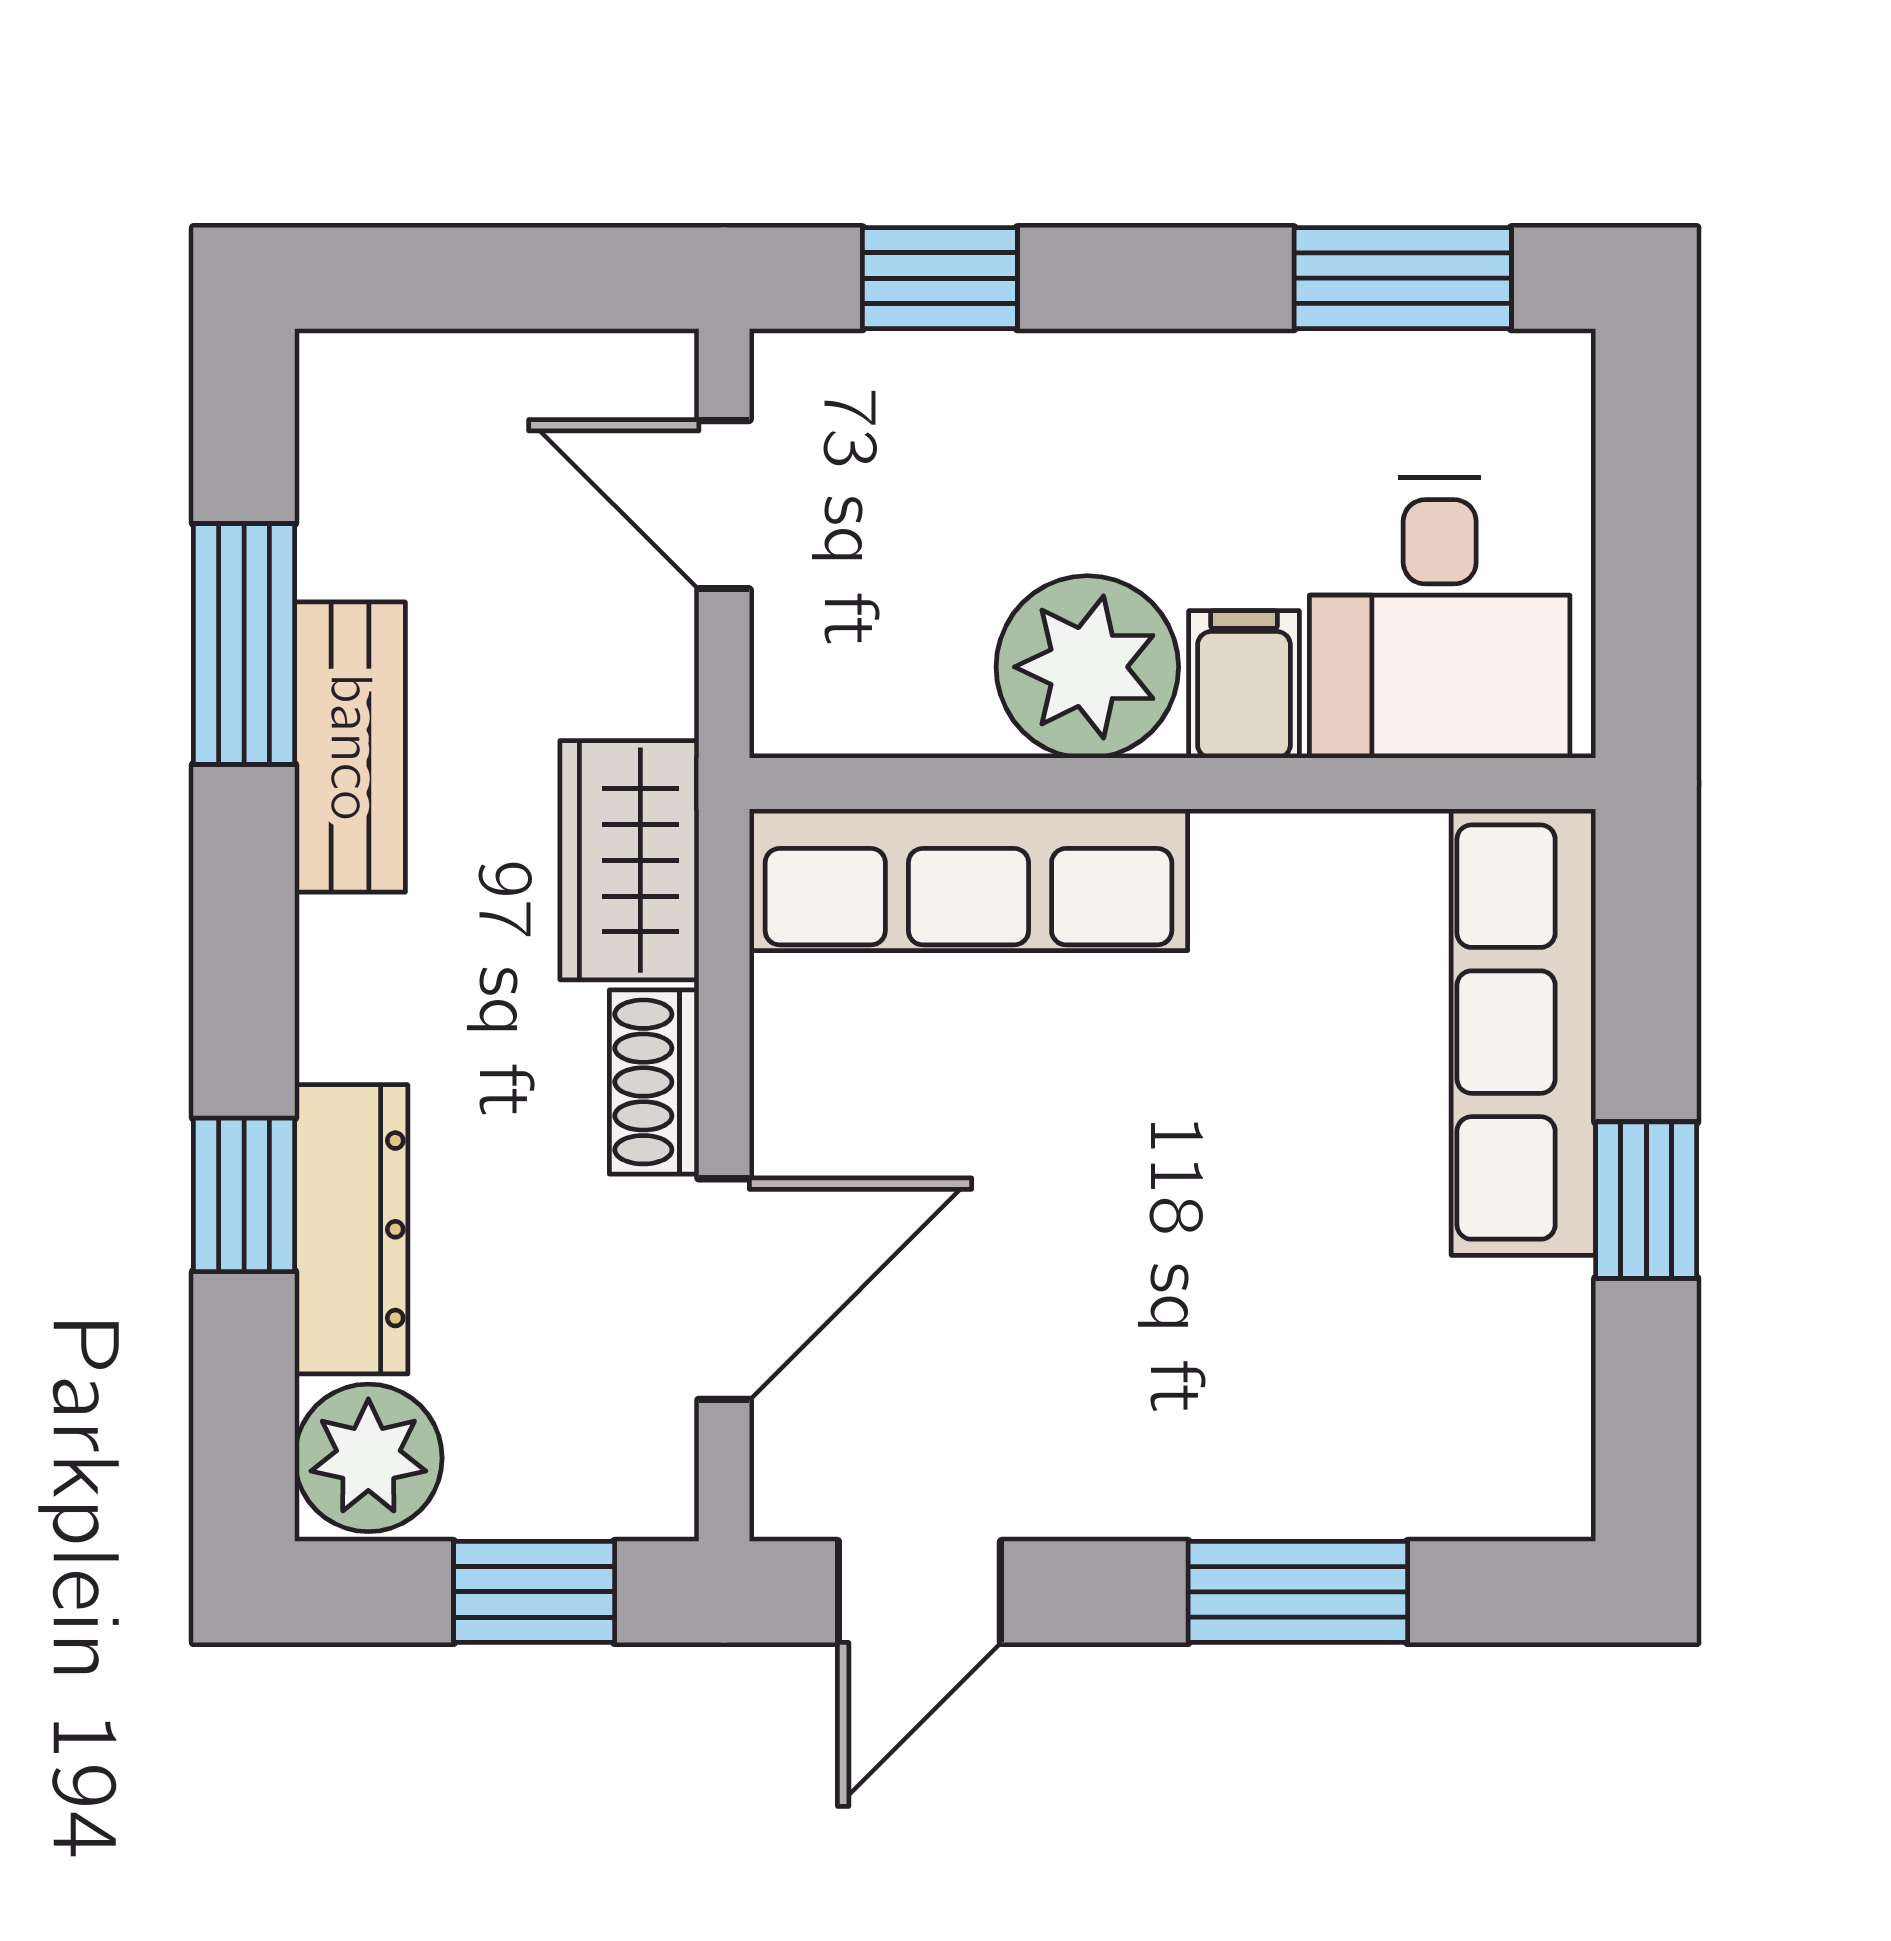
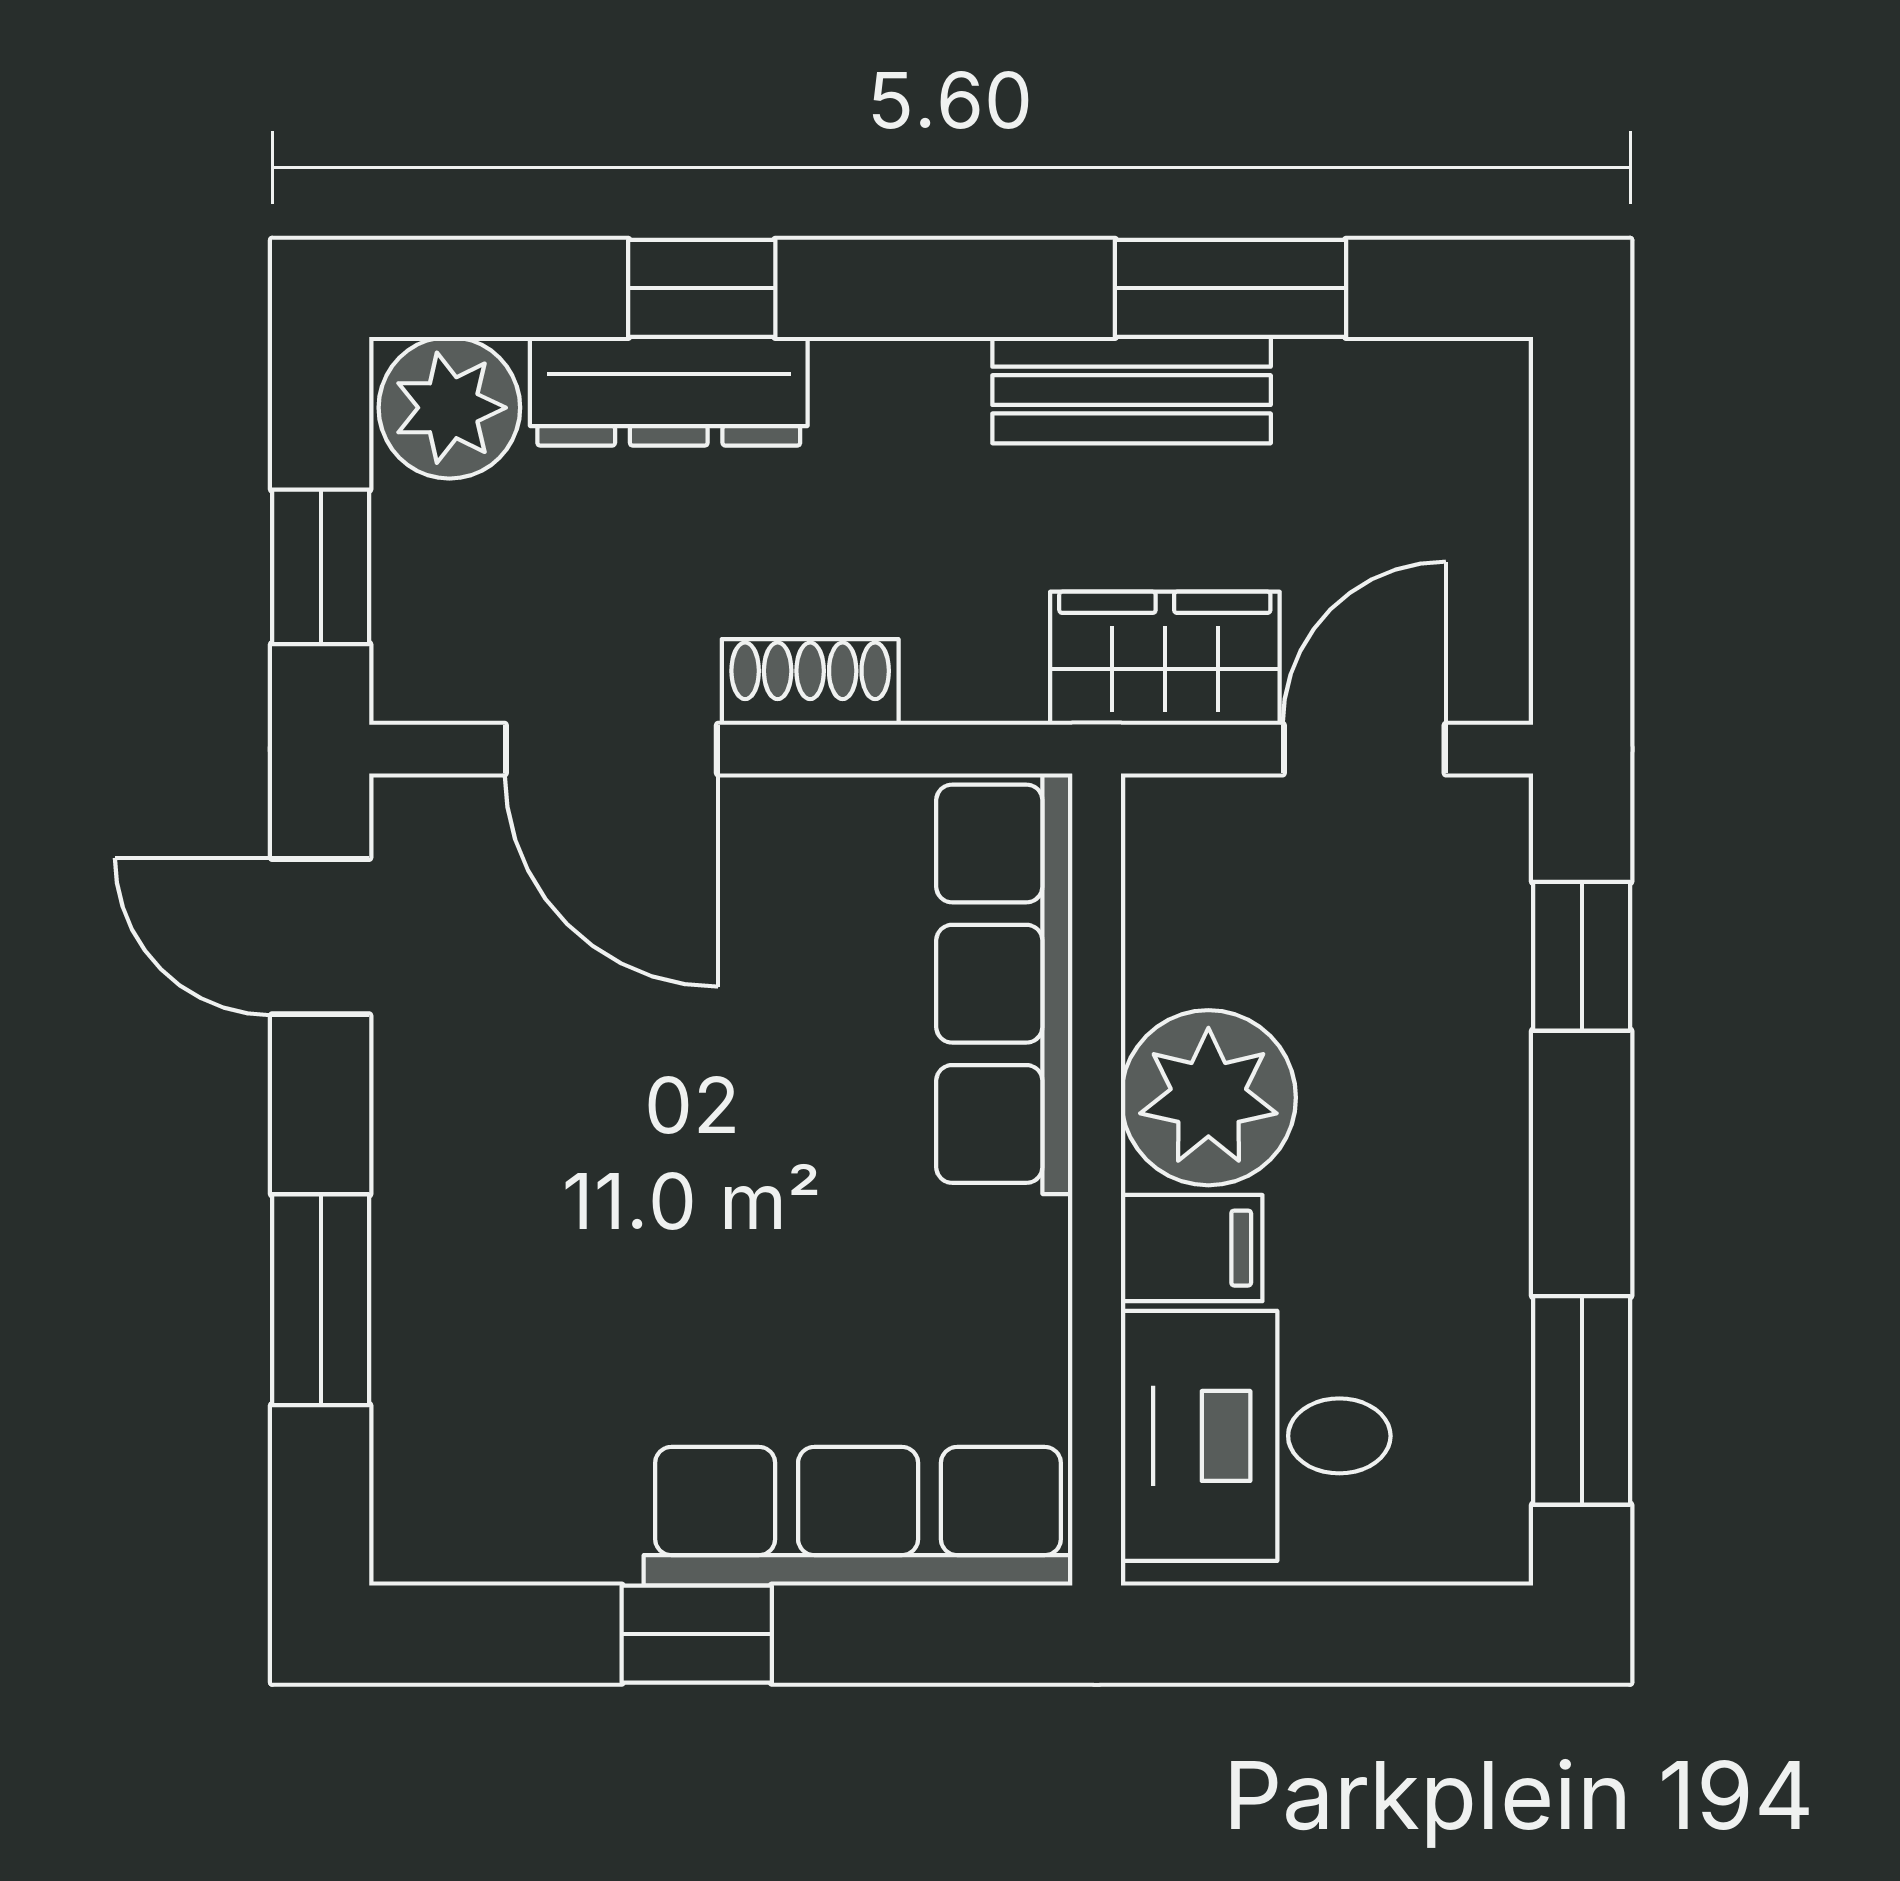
wardrobe: (629, 860) -> (1165, 658), moved

